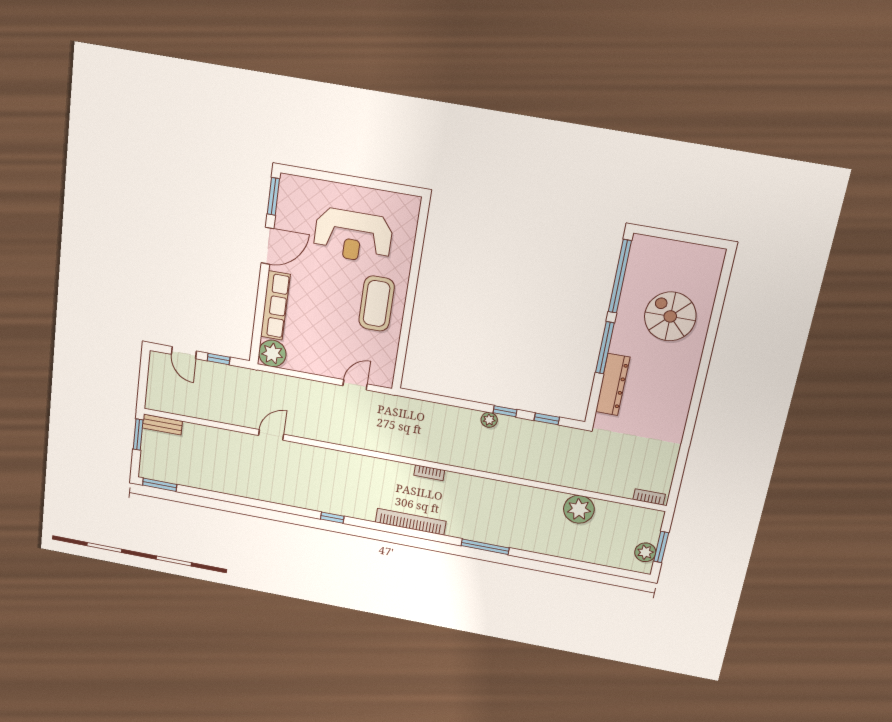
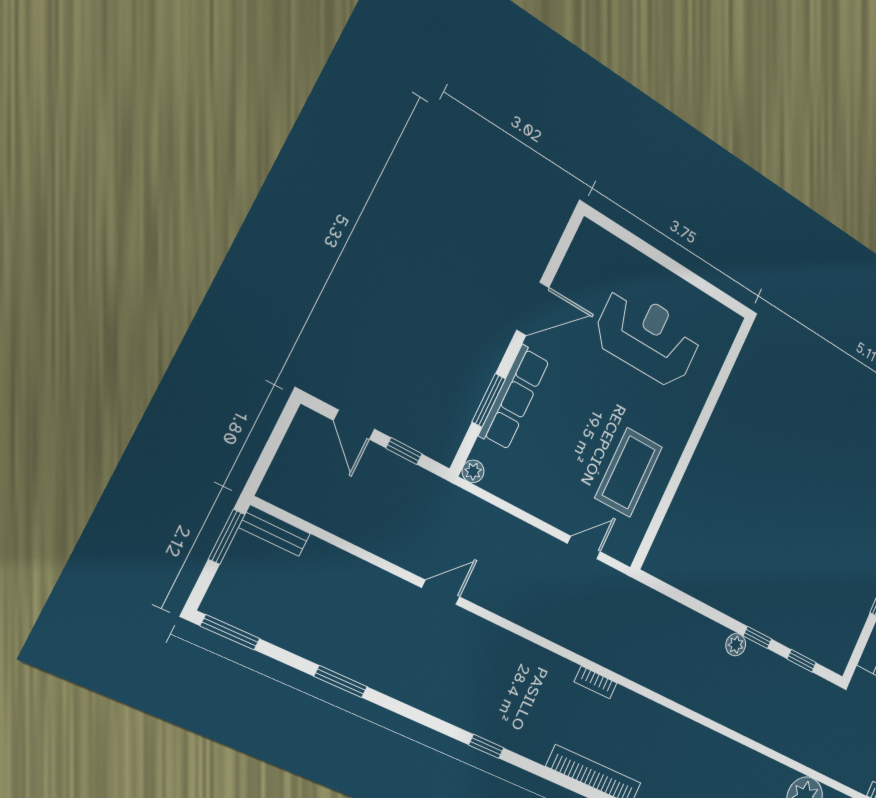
window: (273, 196) -> (489, 400), moved
reception desk: (353, 236) -> (648, 337), turned 180
coffee table: (377, 304) -> (629, 472), moved
plant: (272, 353) -> (473, 471), width x0.53, depth x0.53
bookcase: (429, 473) -> (596, 682), moved
window: (230, 498) -> (341, 682), added

